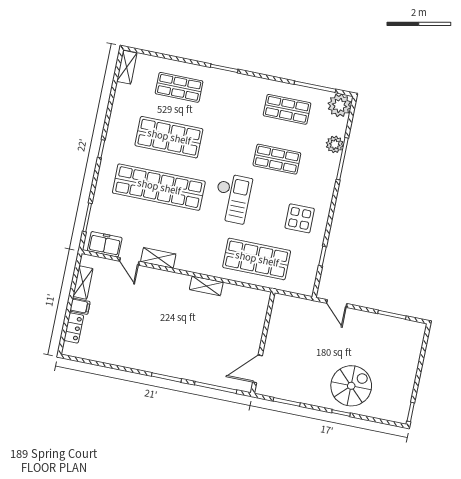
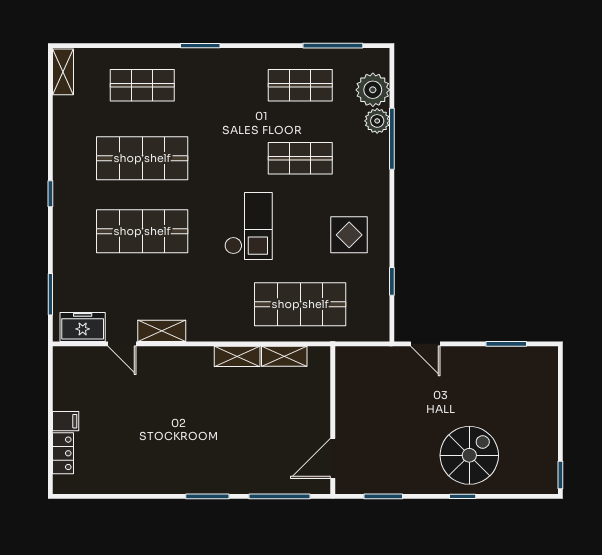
plant: (340, 105) -> (373, 90), moved
shop shelf: (159, 187) -> (142, 231), width x0.71
shelving: (83, 283) -> (284, 356), moved, turned 90

